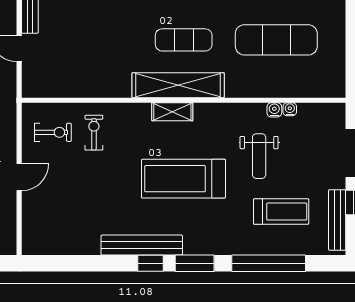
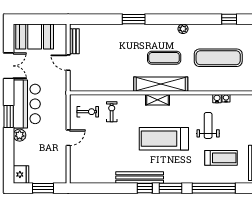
weight bench: (259, 156) -> (208, 125), turned 180

